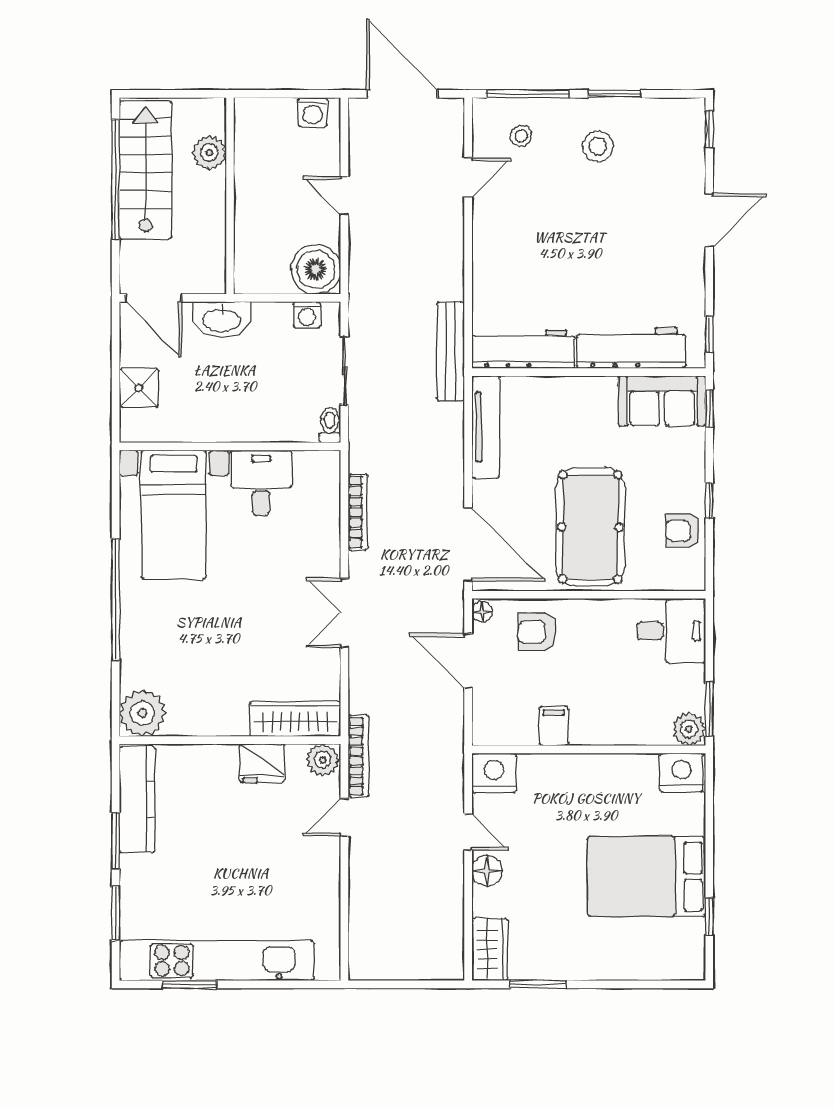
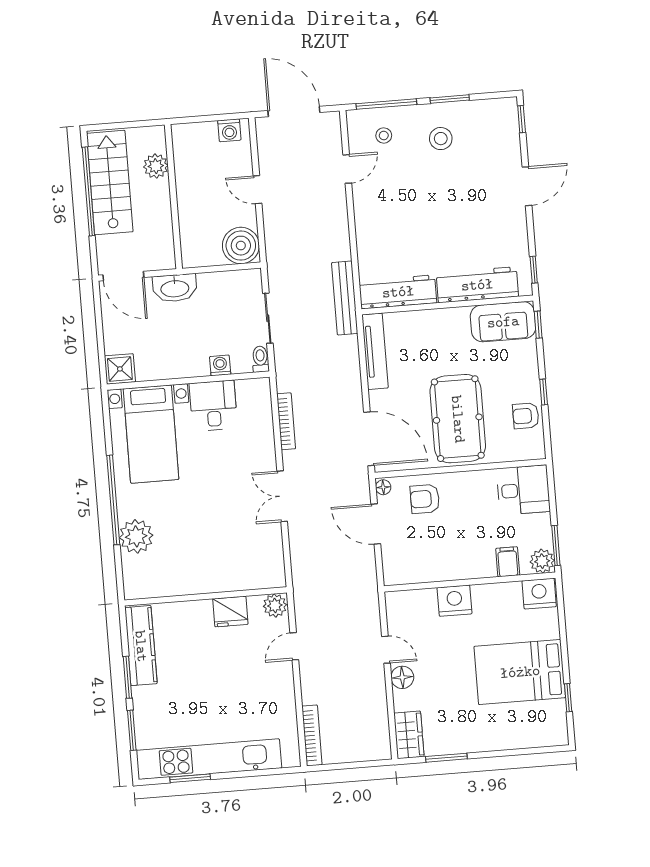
washing machine: (307, 315) -> (220, 365), moved, turned 180
shower: (139, 388) -> (120, 369), moved
plant: (143, 713) -> (136, 536), moved
wardrobe: (295, 719) -> (252, 577), removed
filing cabinet: (554, 726) -> (508, 562), moved
bookcase: (359, 756) -> (312, 735), moved
nightstand: (494, 773) -> (454, 601), moved

